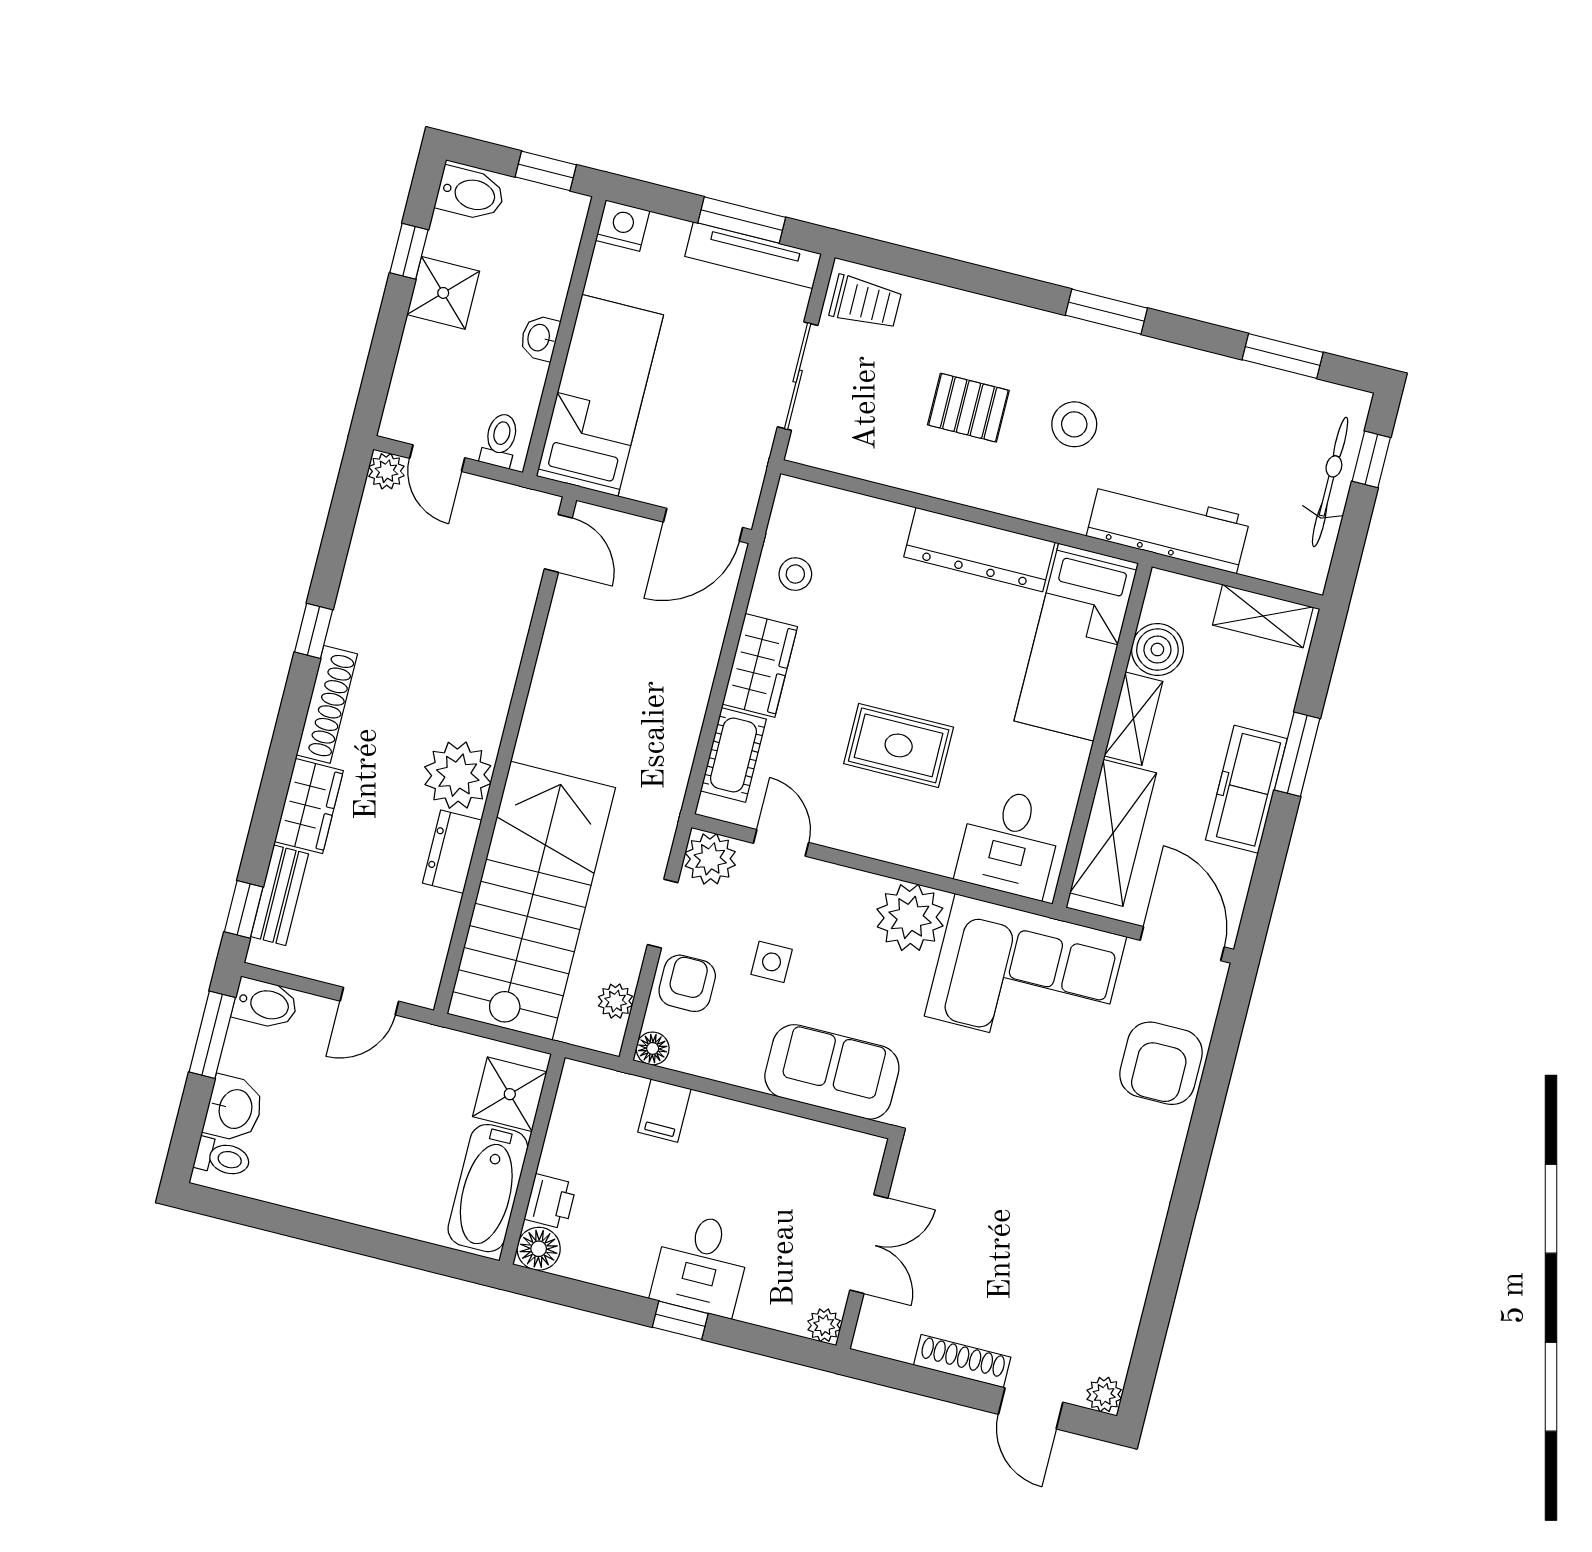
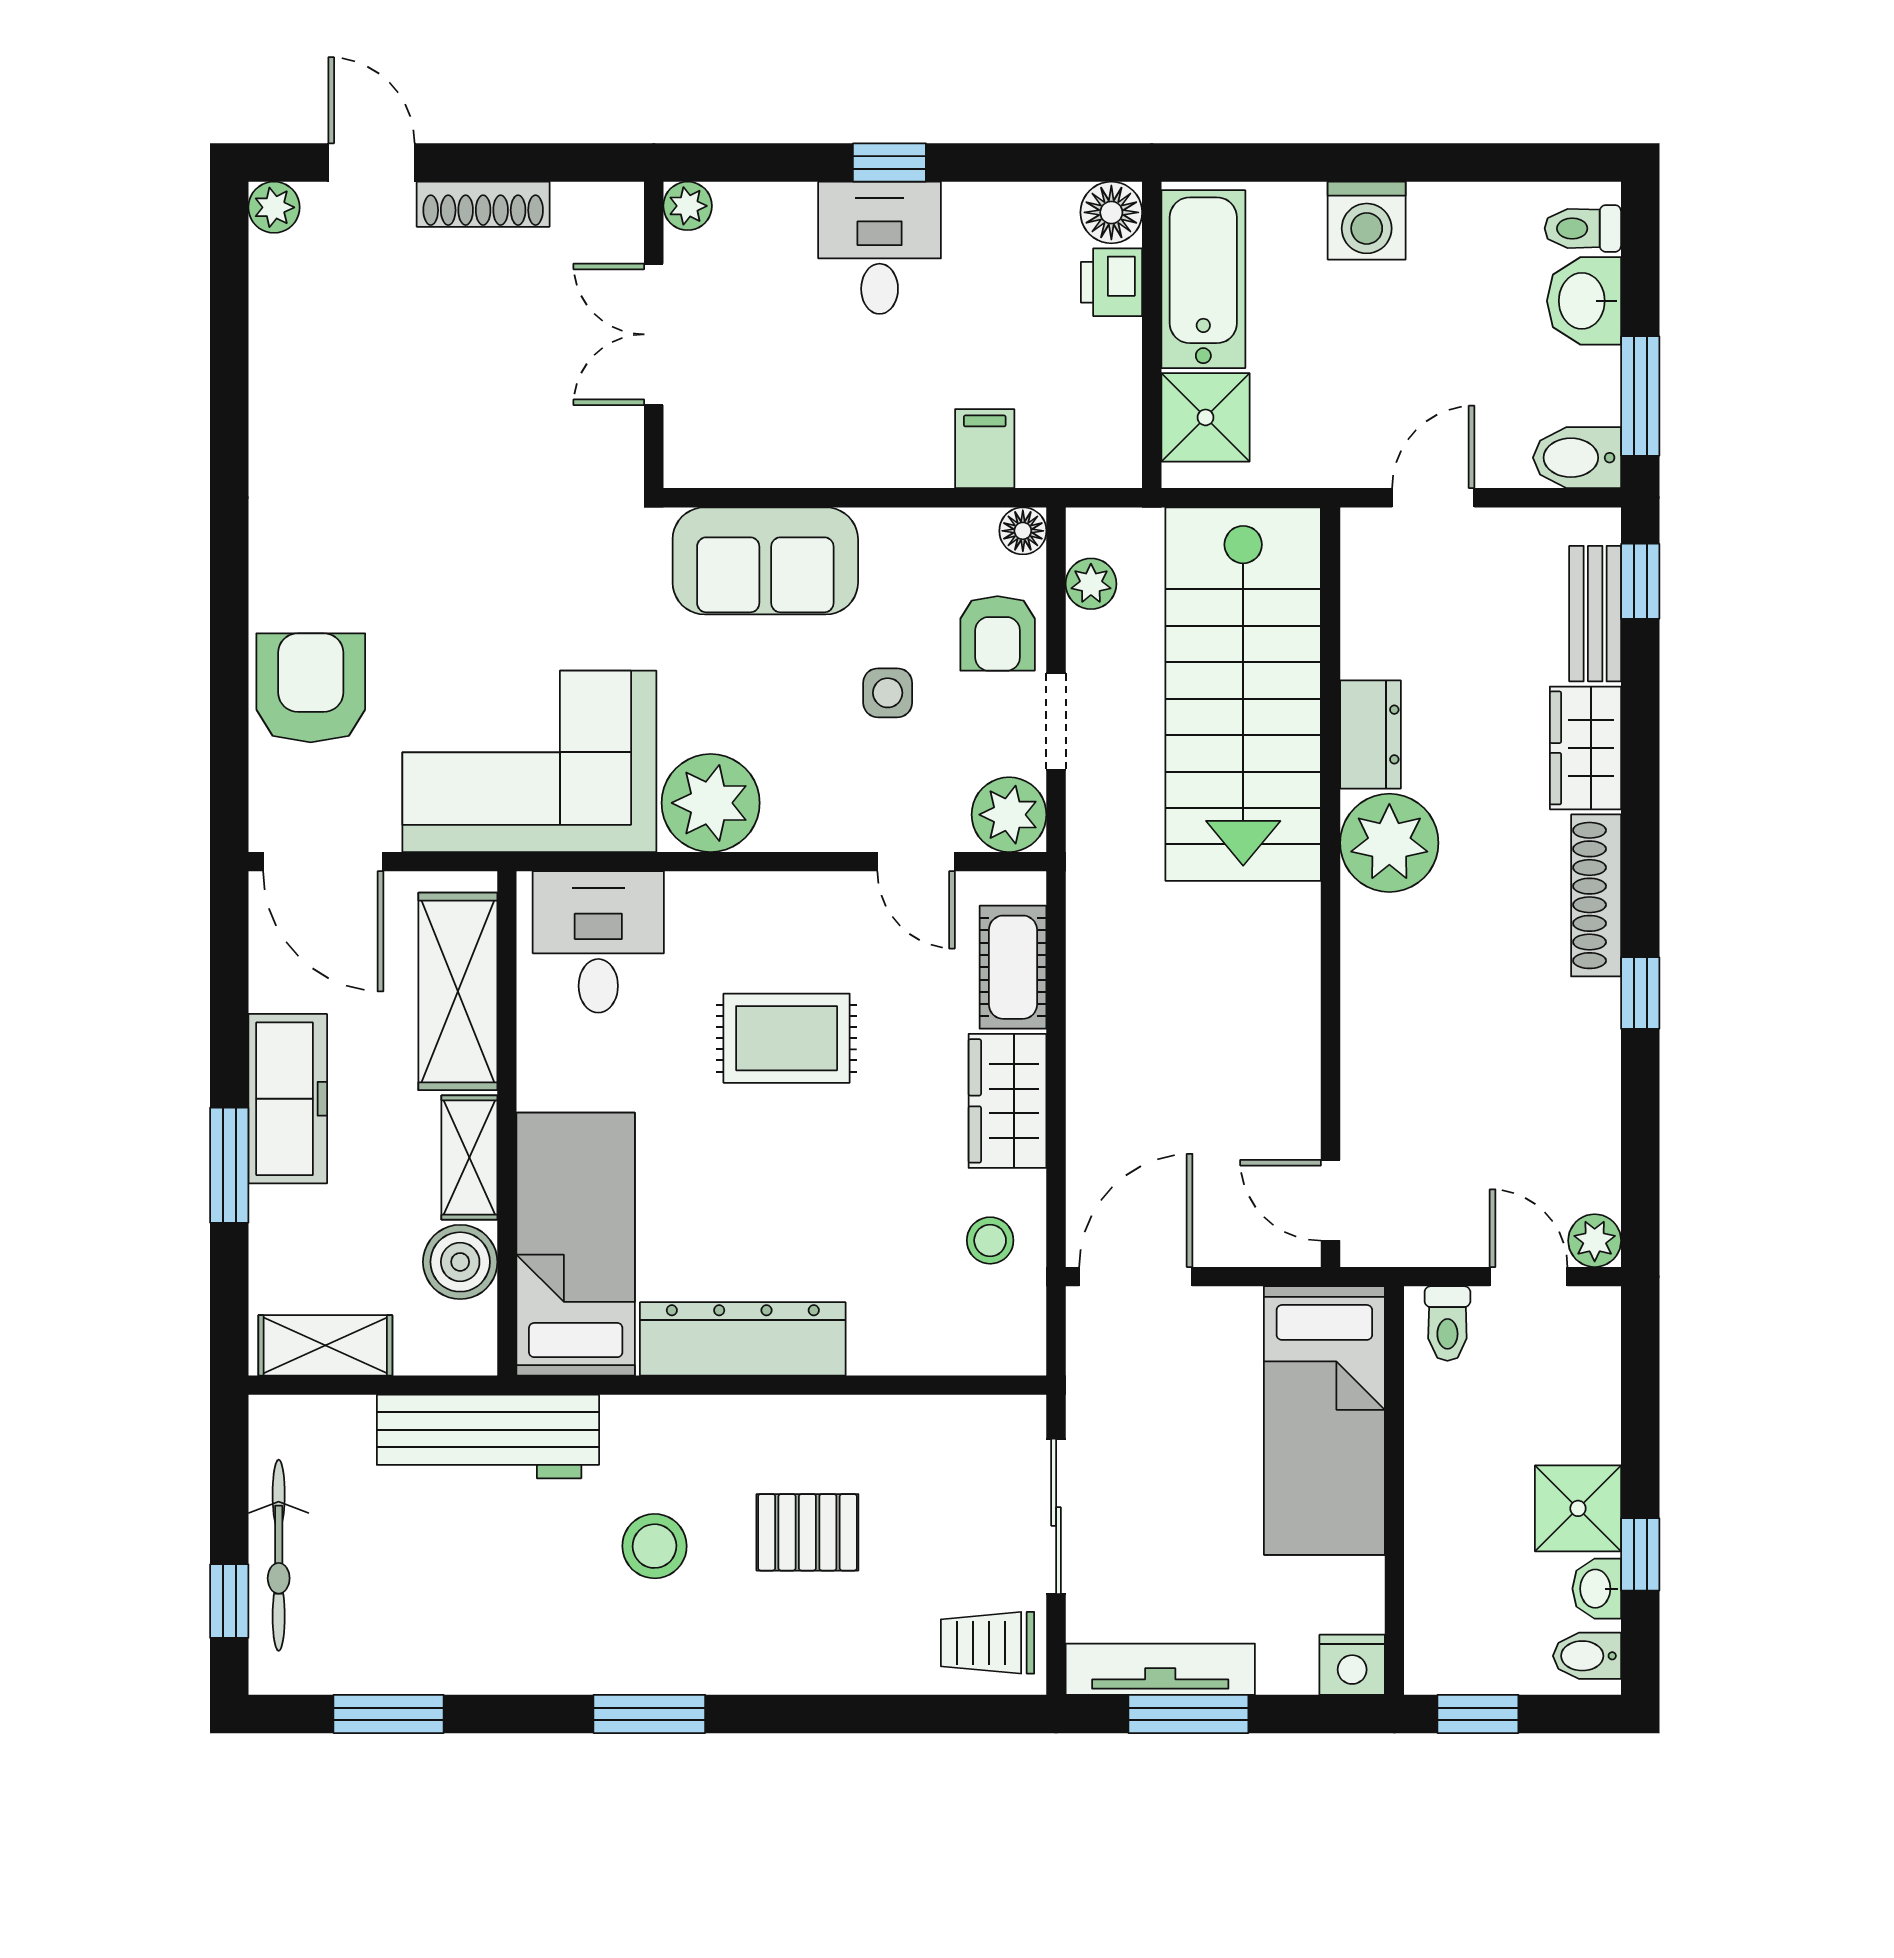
bidet: (470, 194) -> (1587, 1656), width x0.72, depth x0.74
washbasin: (540, 338) -> (1597, 1589), moved, turned 180
washing machine: (367, 1200) -> (1367, 221), added

